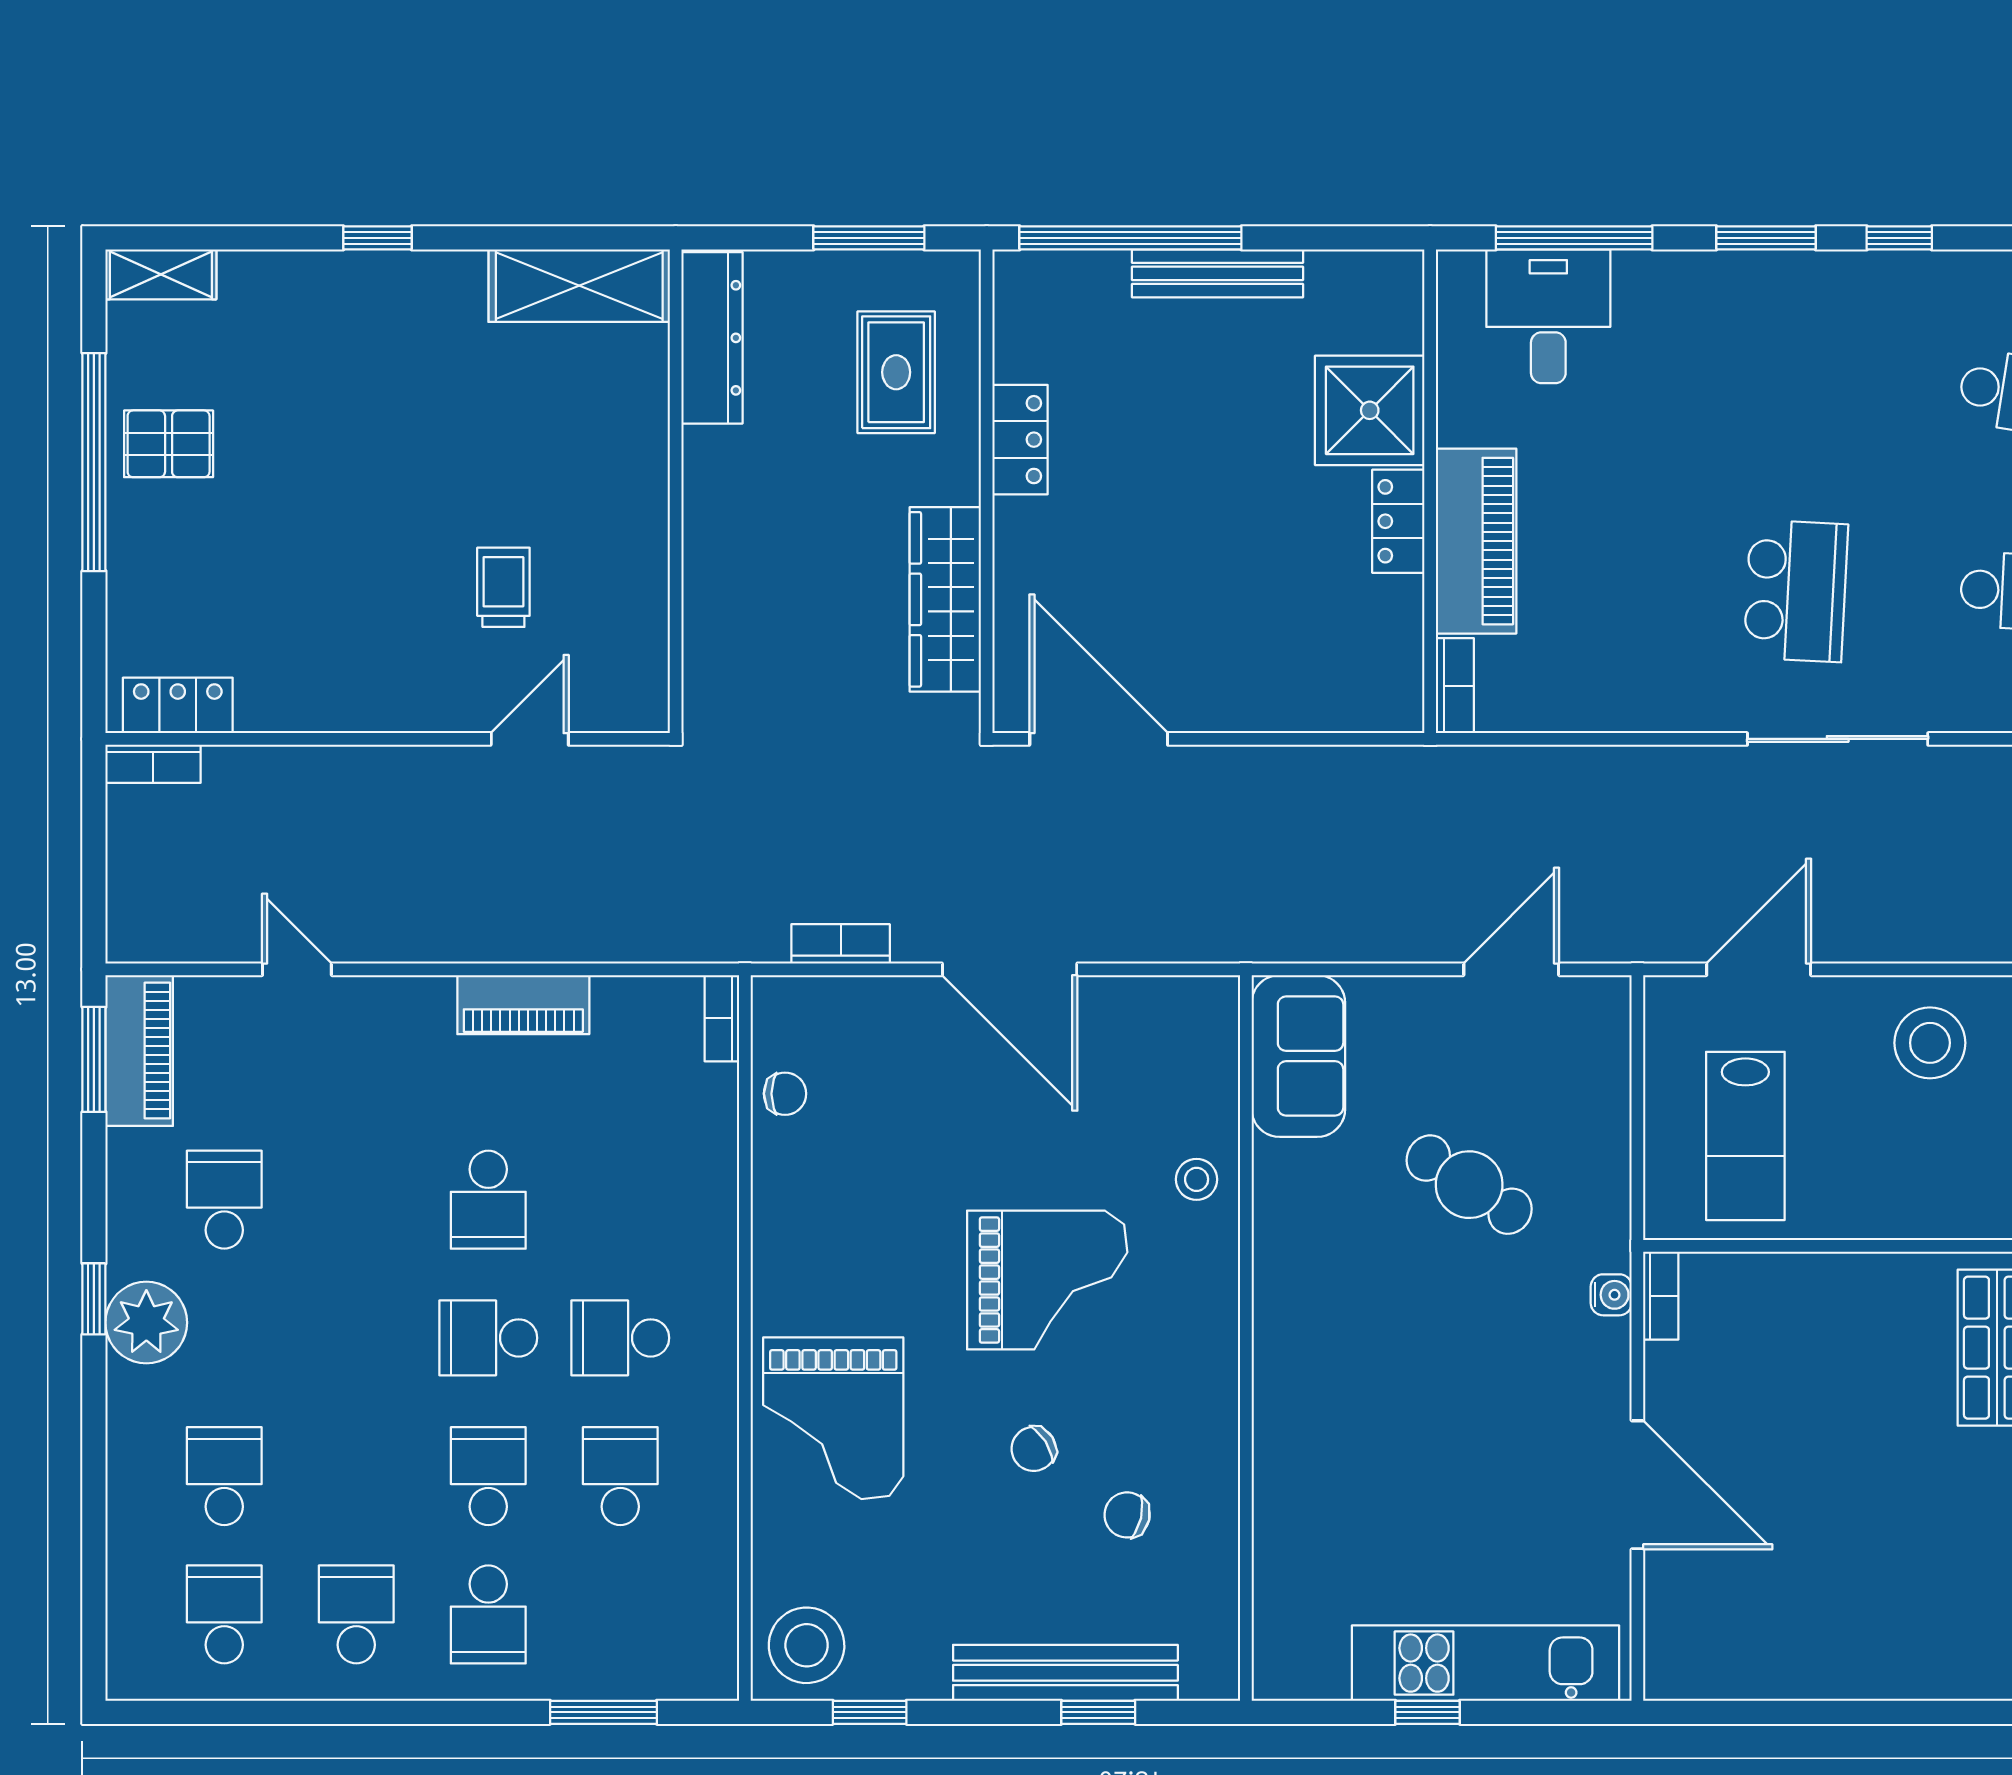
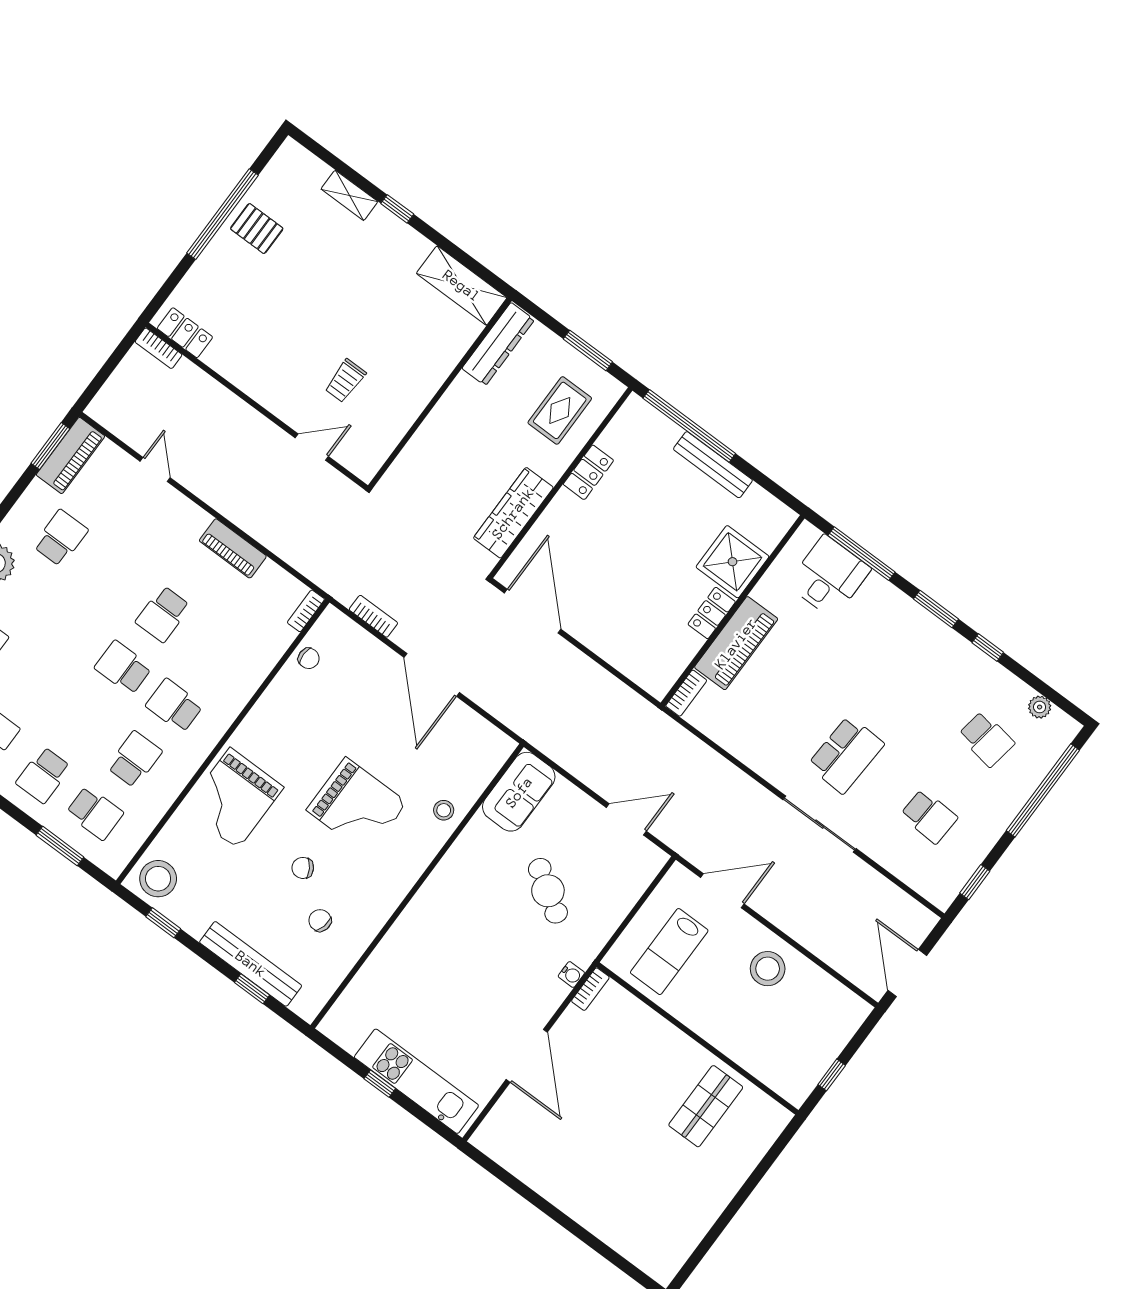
shelving: (161, 274) -> (349, 195), moved
trolley: (503, 587) -> (345, 381), turned 180
school desk: (488, 1476) -> (95, 813), moved, turned 90

